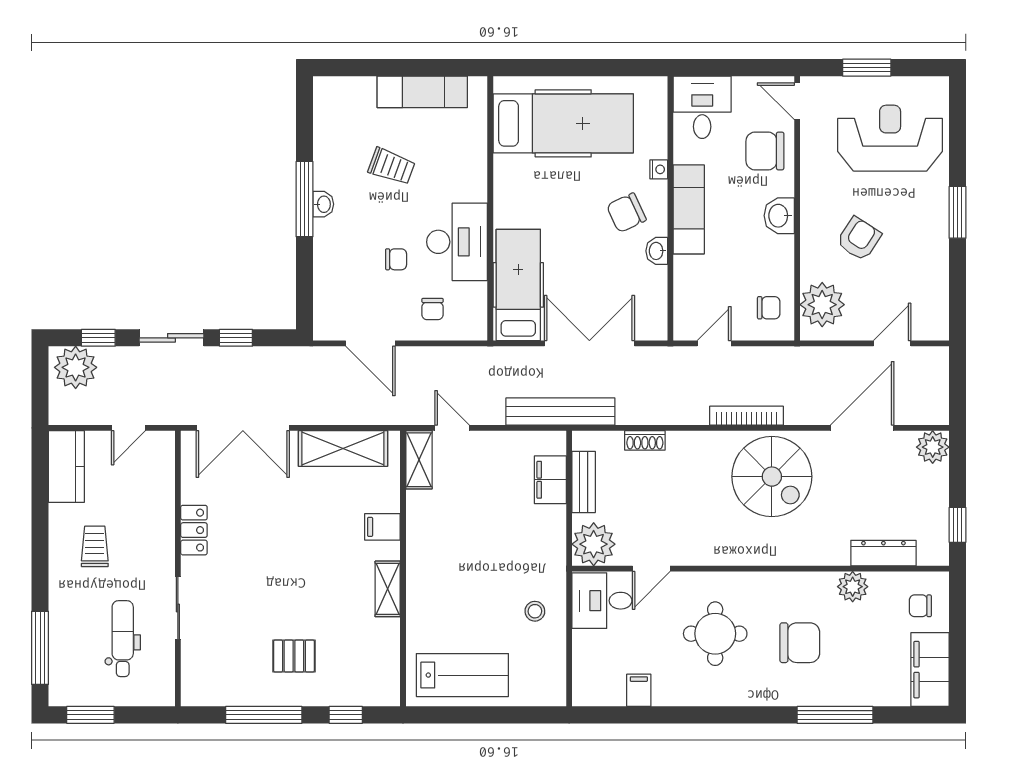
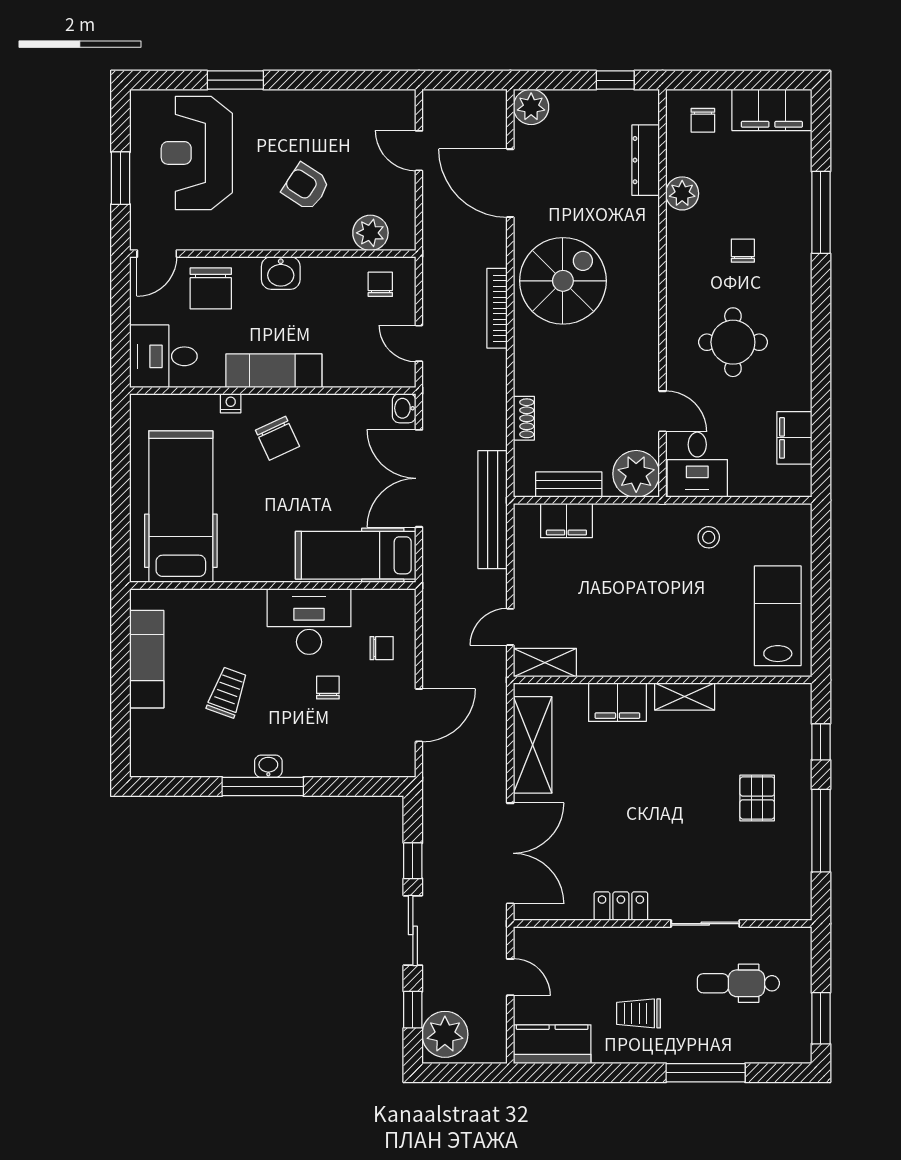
window: (957, 212) -> (235, 80), moved
washbasin: (657, 251) -> (404, 408), moved, turned 90
plant: (822, 305) -> (370, 233), width x0.73, depth x0.73
filing cabinet: (382, 527) -> (617, 702), width x2.00
chair: (800, 643) -> (743, 251), width x0.54, depth x0.54
window: (40, 648) -> (706, 1073), moved
filing cabinet: (639, 690) -> (794, 438), width x2.00

